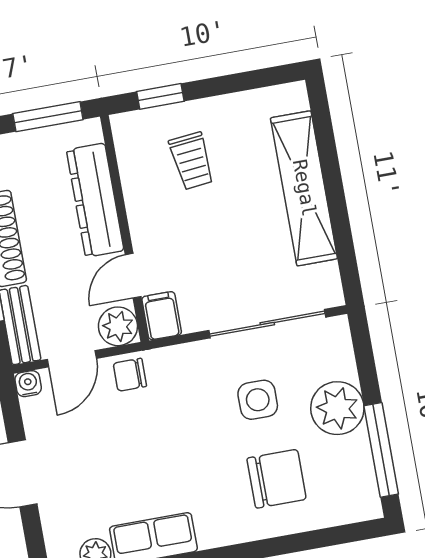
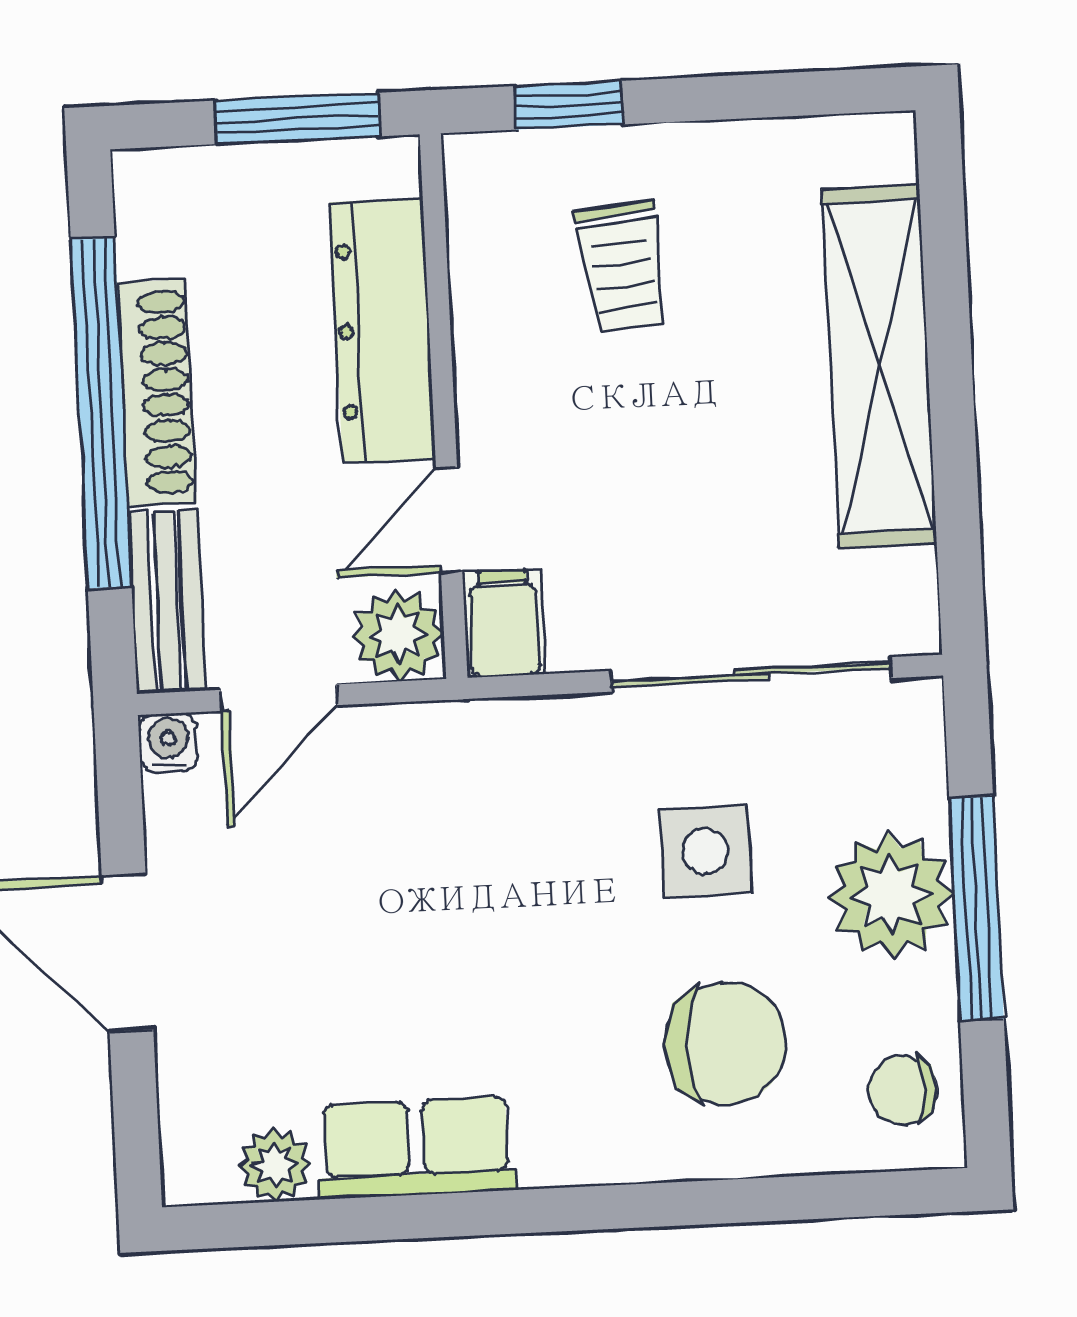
chair: (130, 375) -> (903, 1090), moved
window: (381, 450) -> (977, 909), moved

